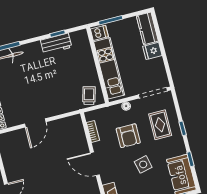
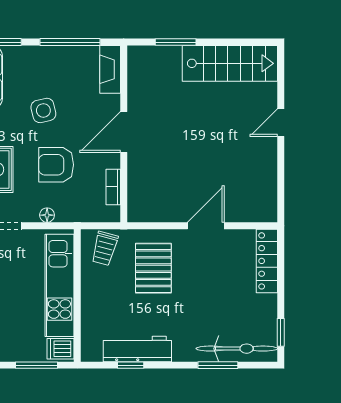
workbench: (56, 44) -> (137, 349), width x1.38
pallet: (59, 91) -> (153, 268), added
armchair: (128, 136) -> (56, 165), turned -90
door: (95, 164) -> (124, 132), swing flipped

